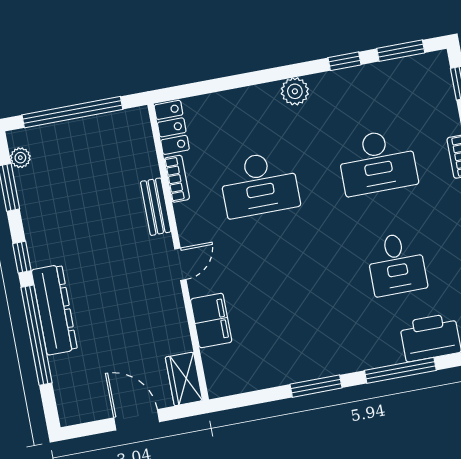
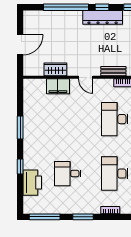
dresser: (54, 310) -> (103, 17), moved
window: (400, 370) -> (20, 166), width x0.46
wardrobe: (184, 379) -> (55, 69), moved

